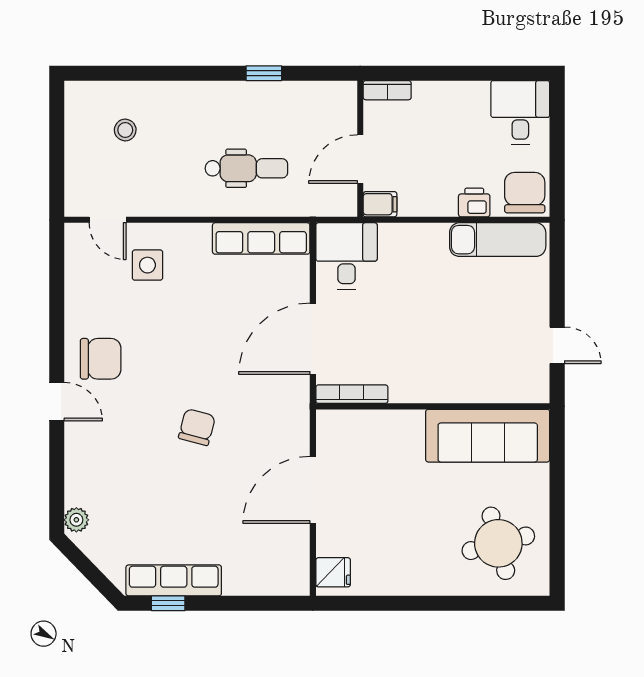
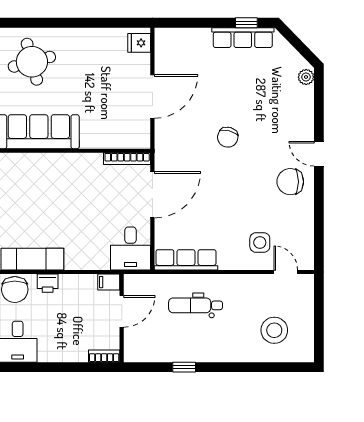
stool: (125, 130) -> (274, 330), width x1.89, depth x1.89

